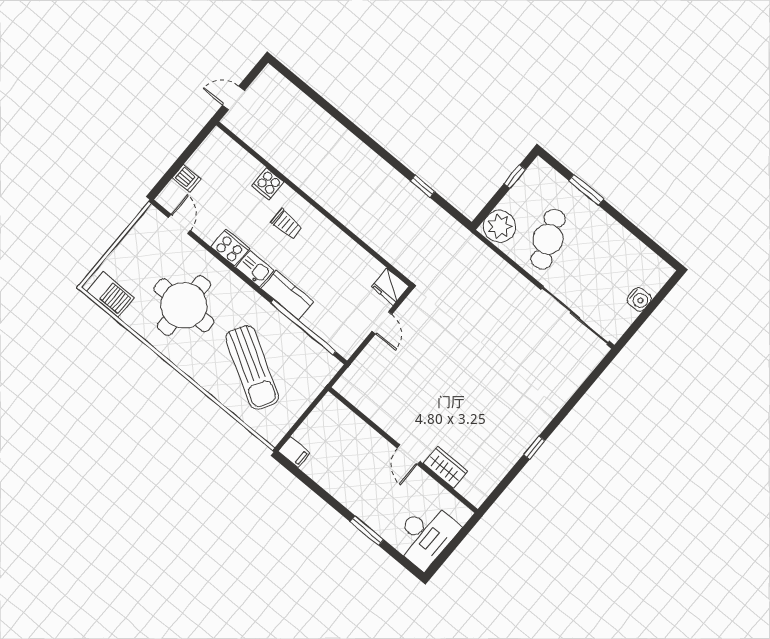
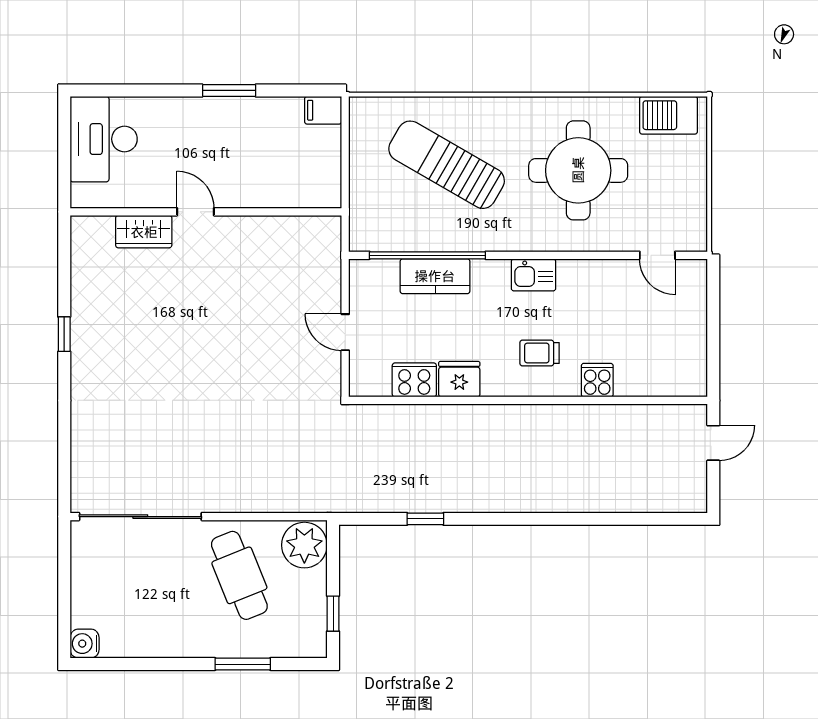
dishwasher: (187, 178) -> (691, 312), removed
cooker: (230, 248) -> (414, 380), moved, turned 180
fridge: (390, 287) -> (459, 379), moved
kitchen counter: (287, 295) -> (435, 276), moved
water cooler: (639, 299) -> (85, 644), moved
window: (367, 531) -> (229, 90), moved

